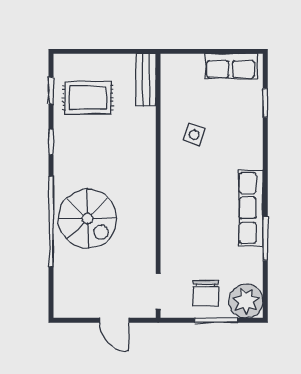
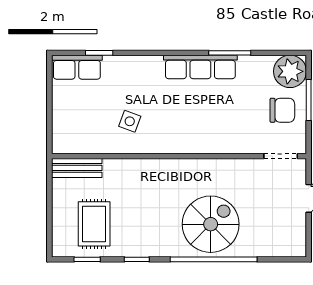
row of seats: (231, 66) -> (77, 67), moved, turned 90

